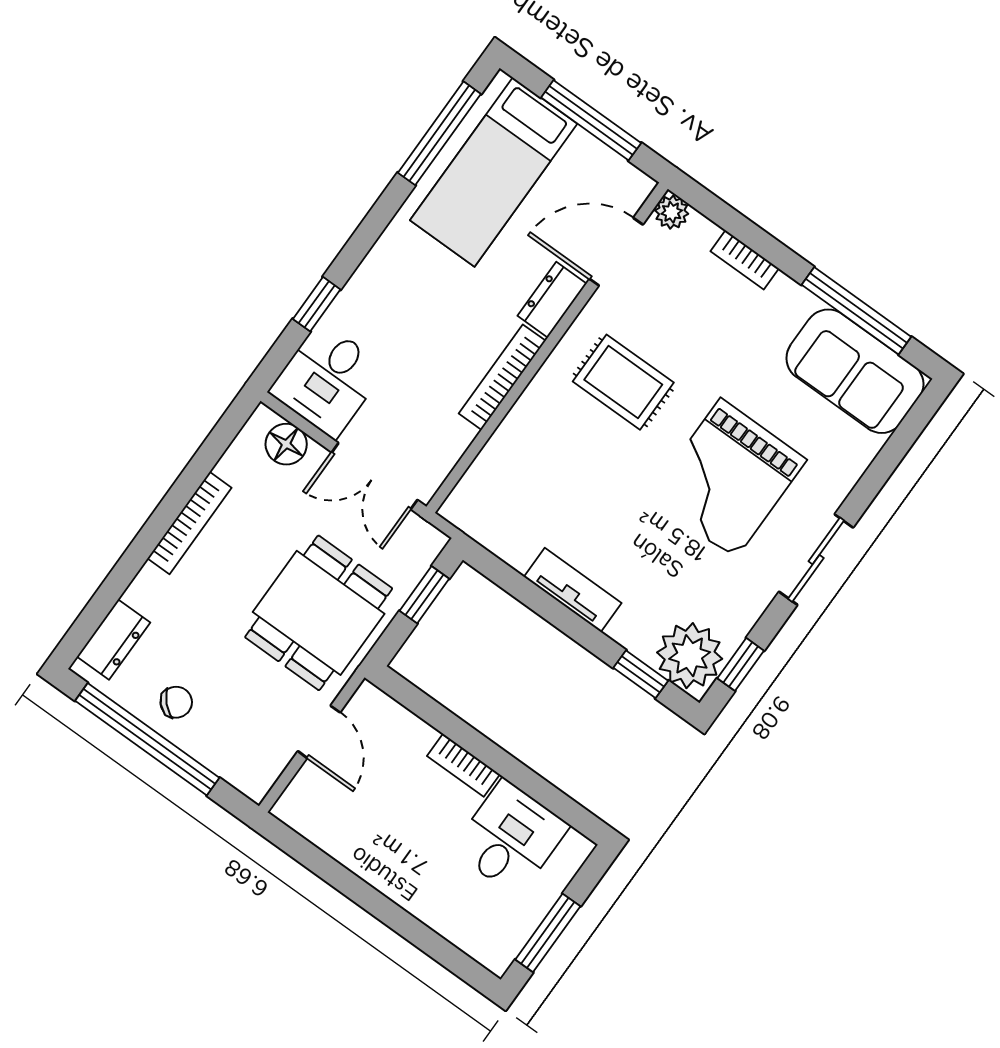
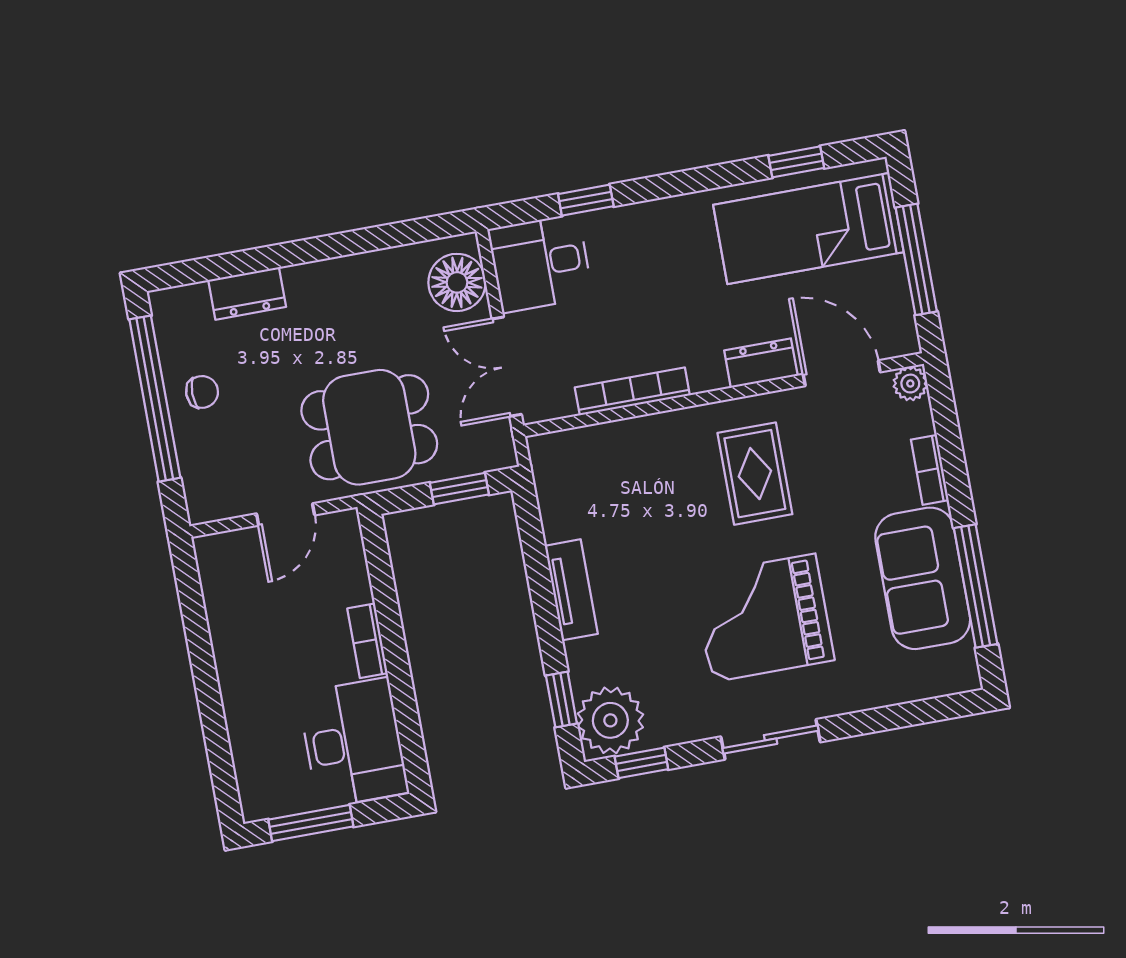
window: (439, 133) -> (796, 162), width x0.46
sofa: (855, 371) -> (923, 578), moved
bookcase: (502, 377) -> (632, 391), moved
floor lamp: (286, 444) -> (457, 282), width x1.38, depth x1.38
bookcase: (189, 523) -> (338, 270), removed
dresser: (113, 640) -> (247, 293), moved
chair: (176, 702) -> (202, 392), turned -45
desk: (510, 838) -> (353, 743), width x1.37

